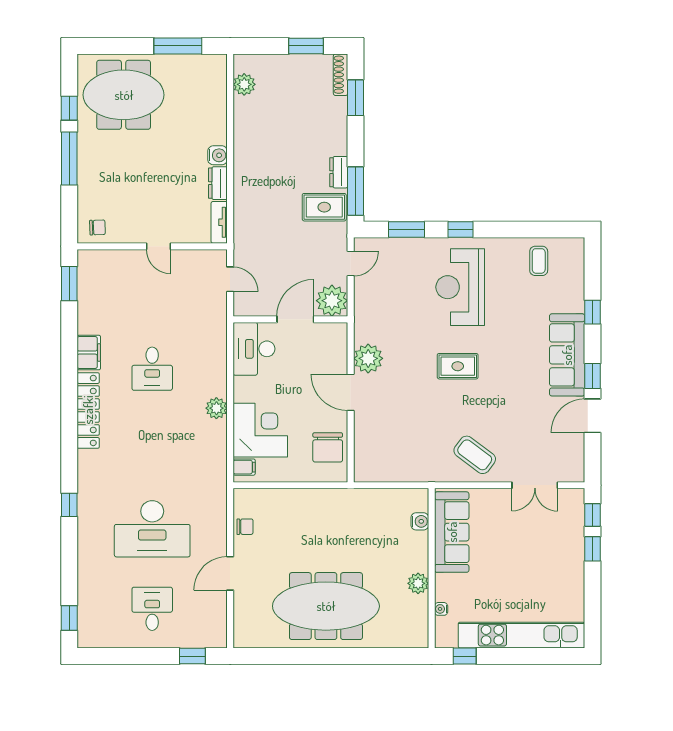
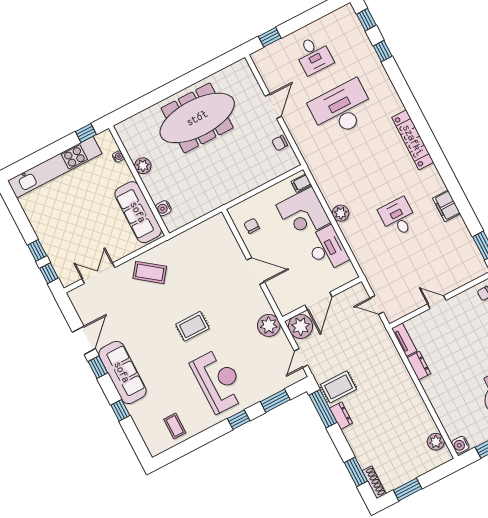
water cooler: (218, 155) -> (460, 445), moved
desk: (254, 349) -> (327, 249), moved
plant: (368, 358) -> (269, 325), moved
locker: (88, 410) -> (413, 140), moved
chair: (328, 447) -> (252, 226), width x0.54, depth x0.54
window: (69, 505) -> (383, 51), moved

